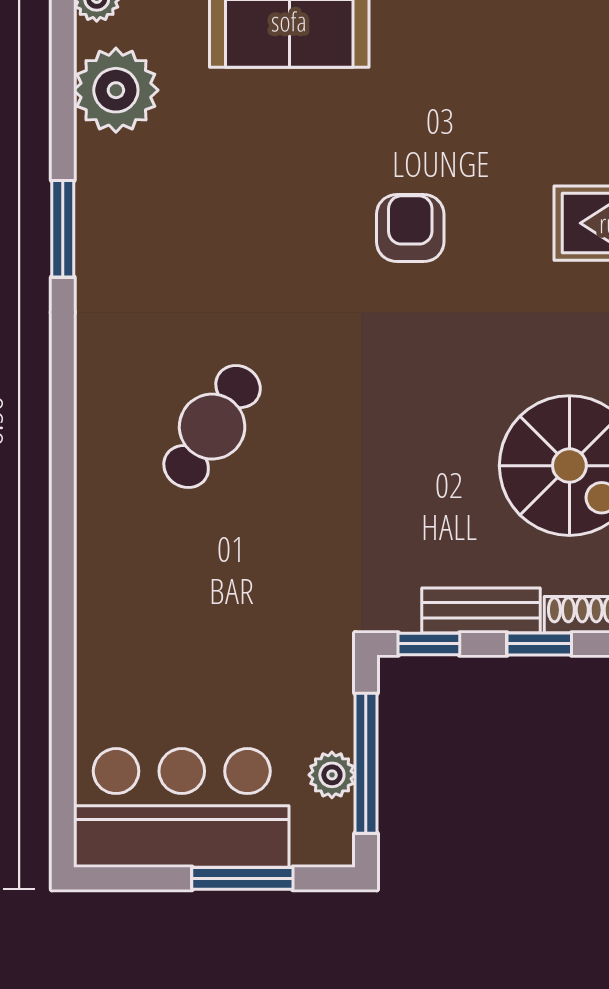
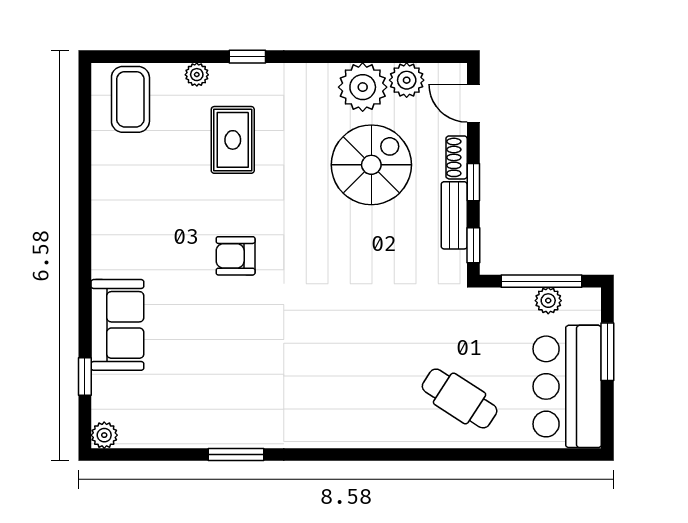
plant: (116, 90) -> (157, 424), removed
cafe table: (212, 427) -> (460, 398), moved

